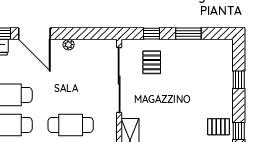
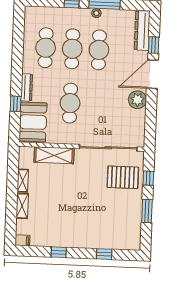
plant: (69, 45) -> (137, 100), width x1.88, depth x1.88
pallet: (152, 62) -> (123, 177), width x1.50, depth x1.42
pallet: (218, 127) -> (63, 234), removed

